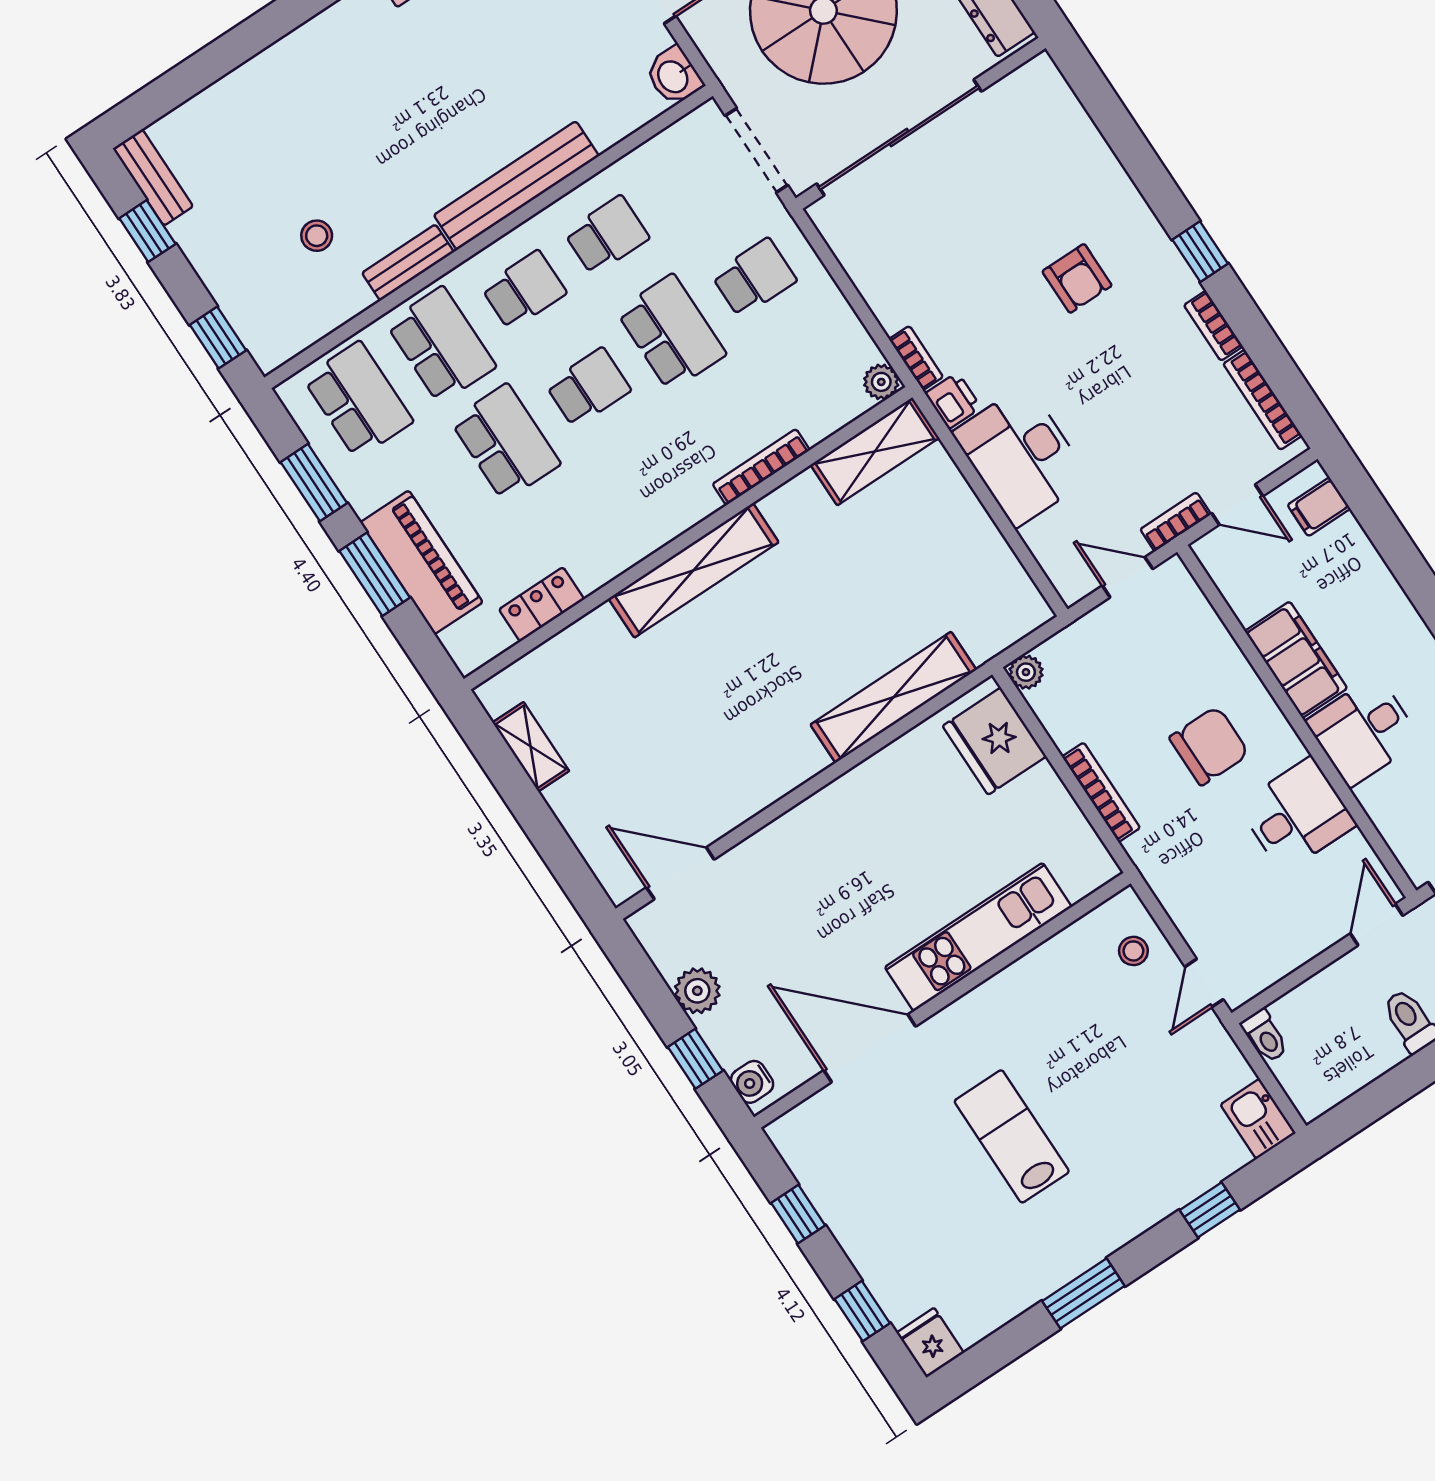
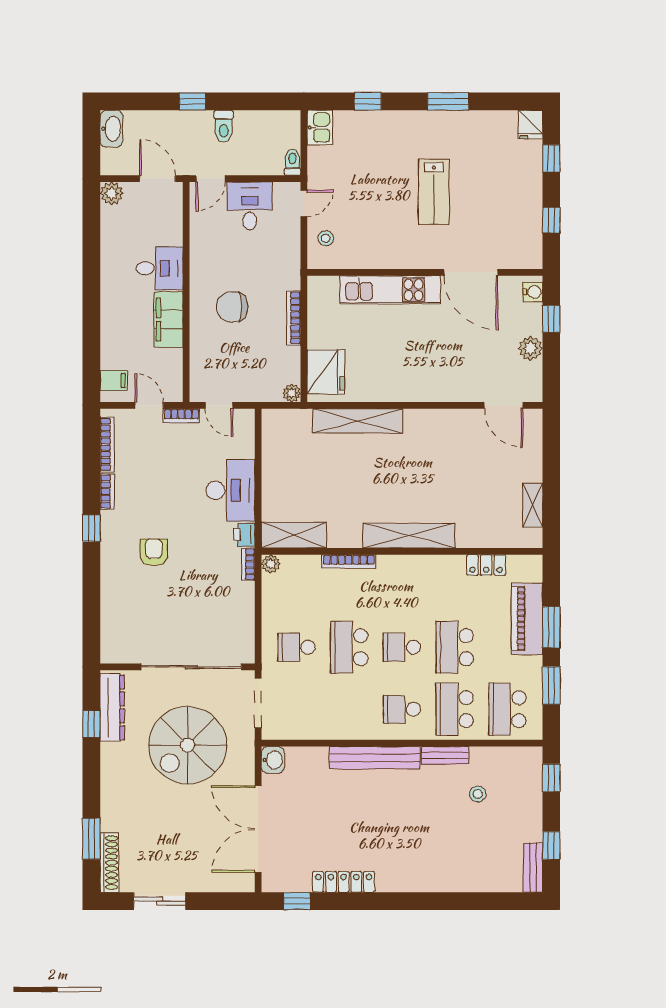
school desk: (607, 235) -> (349, 709), removed
desk: (1297, 815) -> (250, 206), moved, turned 90

